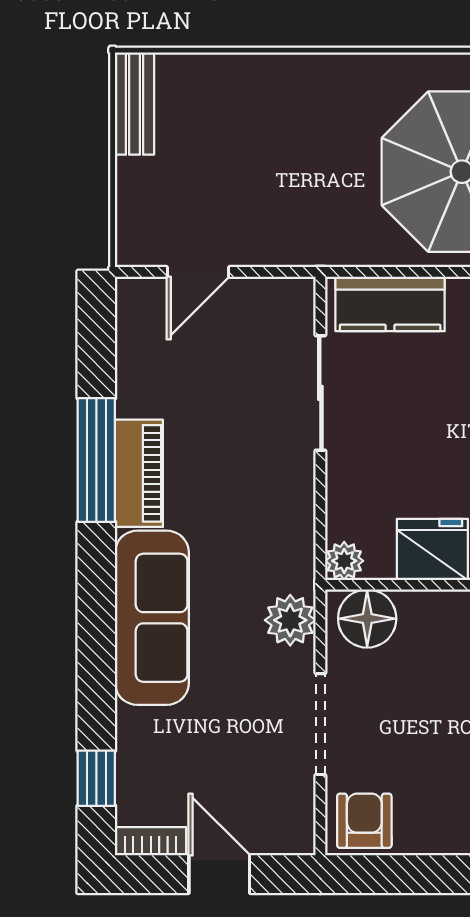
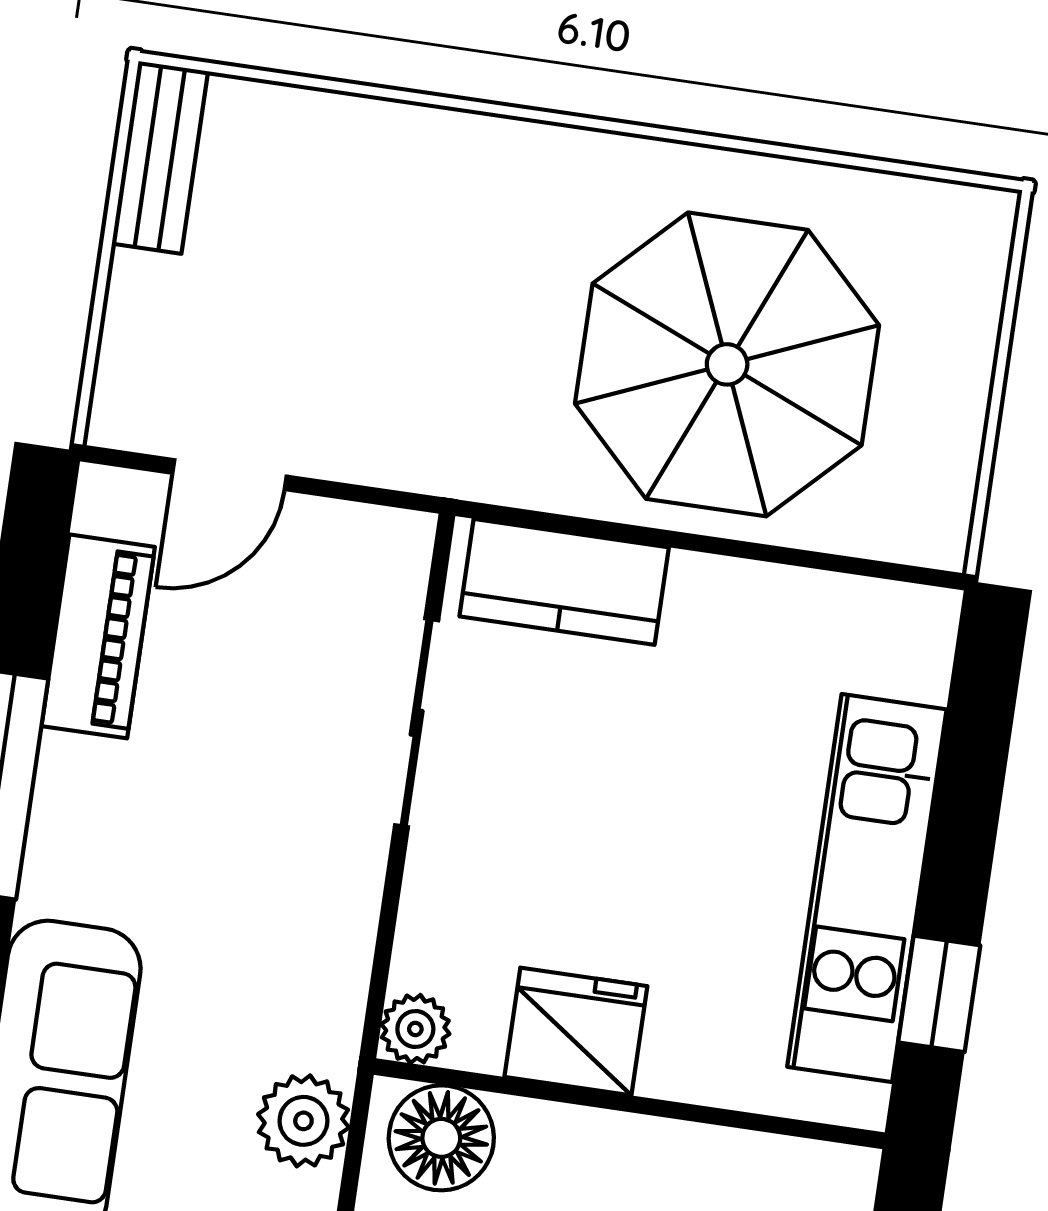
piano: (139, 473) -> (98, 636), moved

